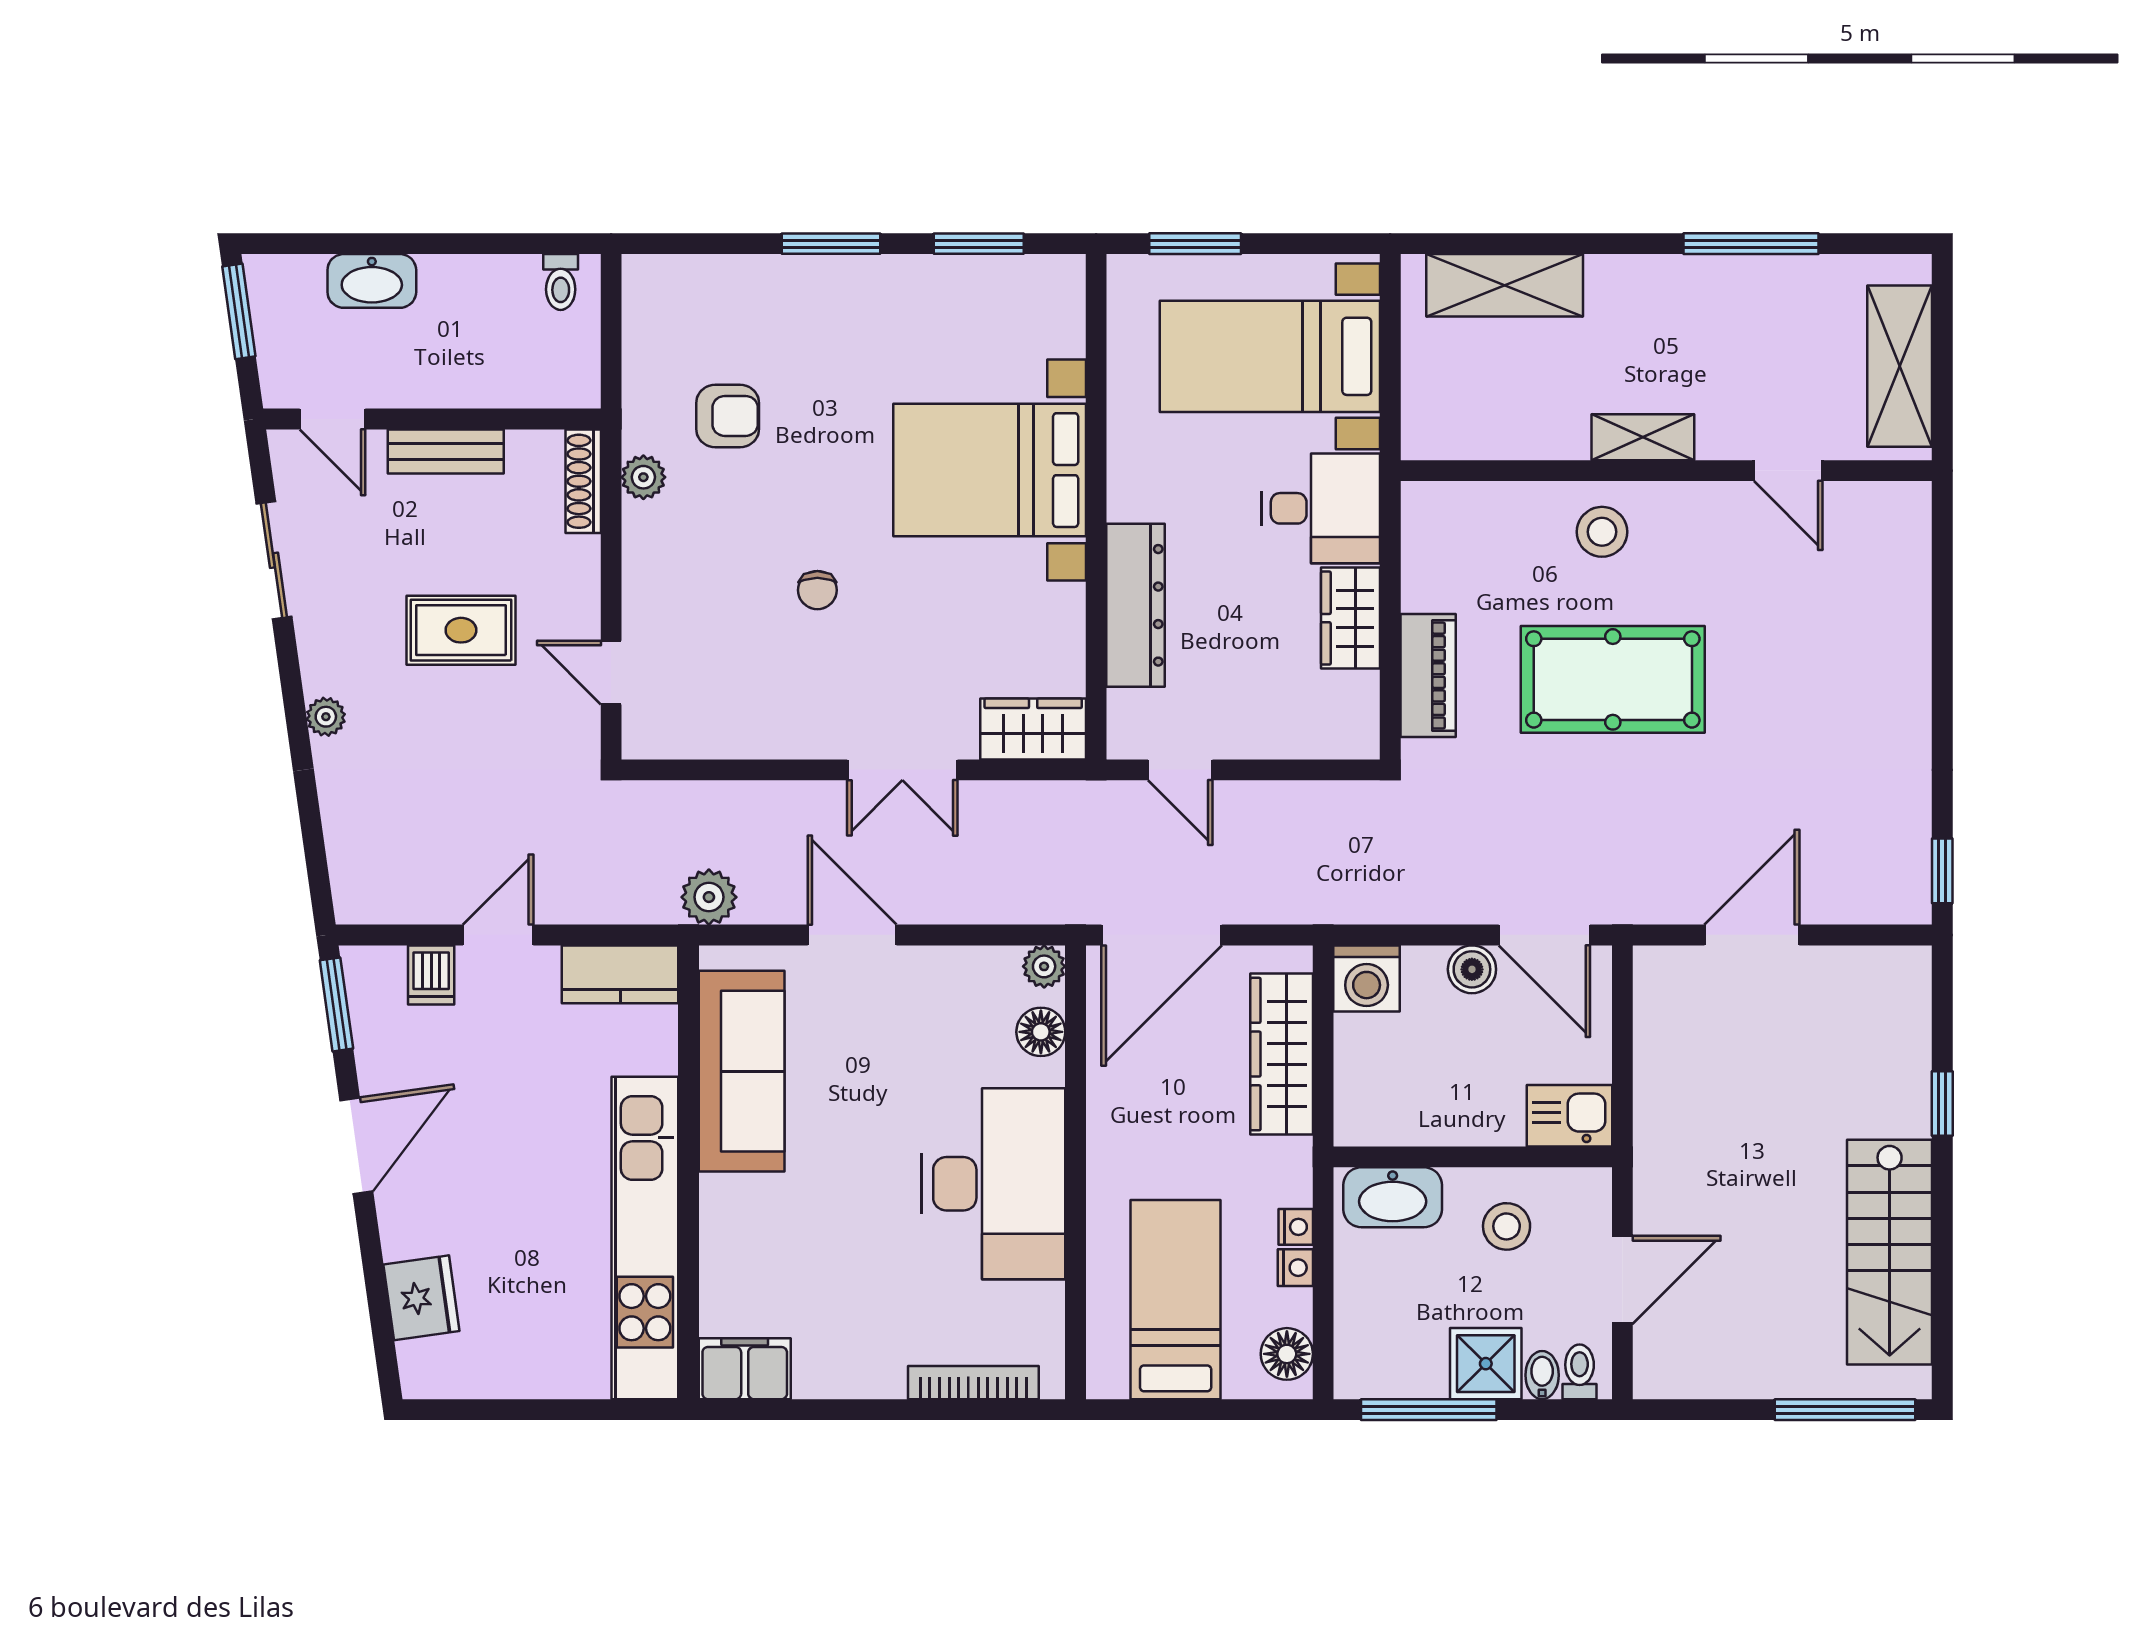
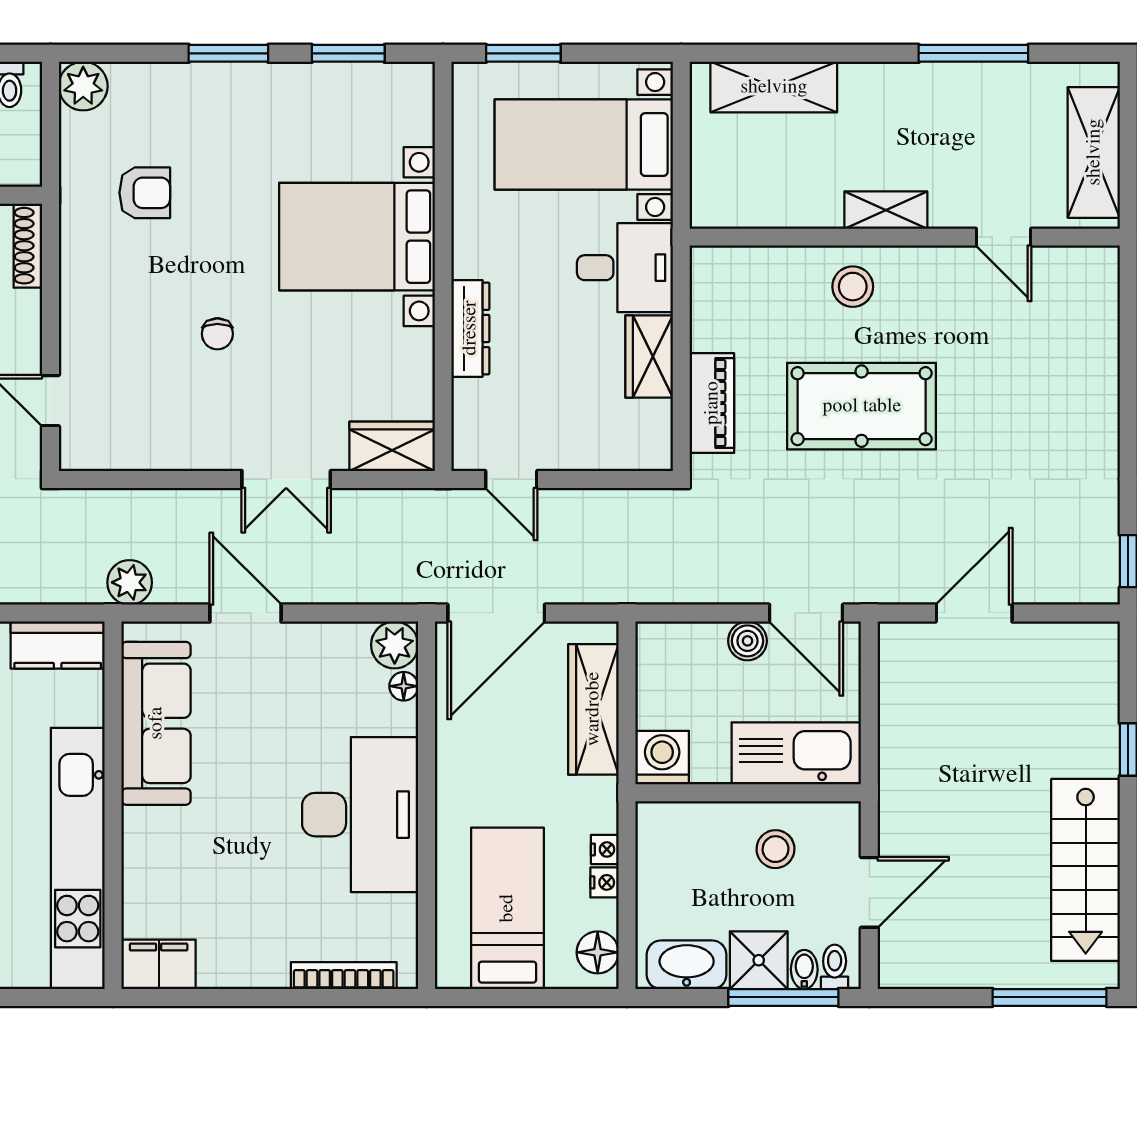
plant: (643, 477) -> (83, 86), moved, width x1.38, depth x1.38
dresser: (1136, 605) -> (470, 328), width x0.73, depth x0.80
plant: (1044, 966) -> (395, 645), width x1.38, depth x1.38
washing machine: (1367, 978) -> (662, 758), moved, turned 180
floor lamp: (1041, 1032) -> (404, 686), width x0.73, depth x0.73
kitchen sink: (1569, 1116) -> (796, 753), width x1.88, depth x1.24
washbasin: (1393, 1197) -> (687, 965), moved, turned 180
window: (1429, 1410) -> (783, 997), moved

